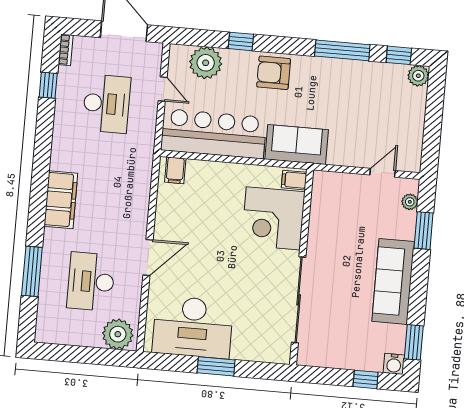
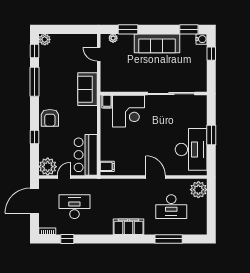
plant: (206, 63) -> (48, 167), moved
bar counter: (214, 134) -> (86, 155), width x0.73
sofa: (297, 144) -> (88, 89), moved

